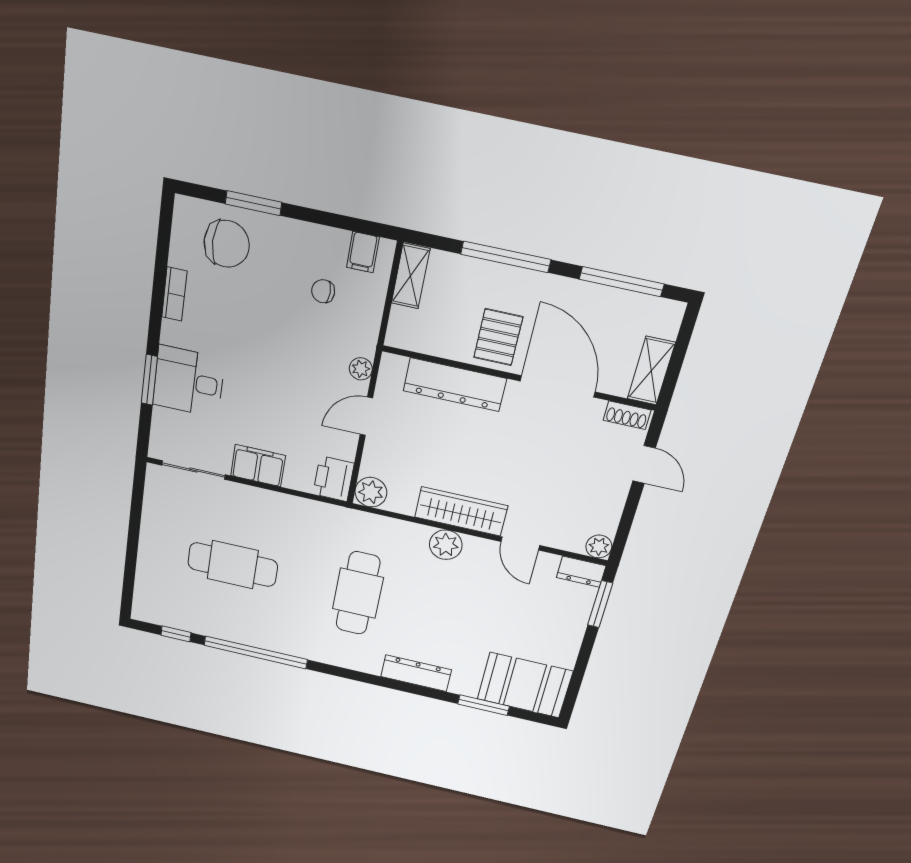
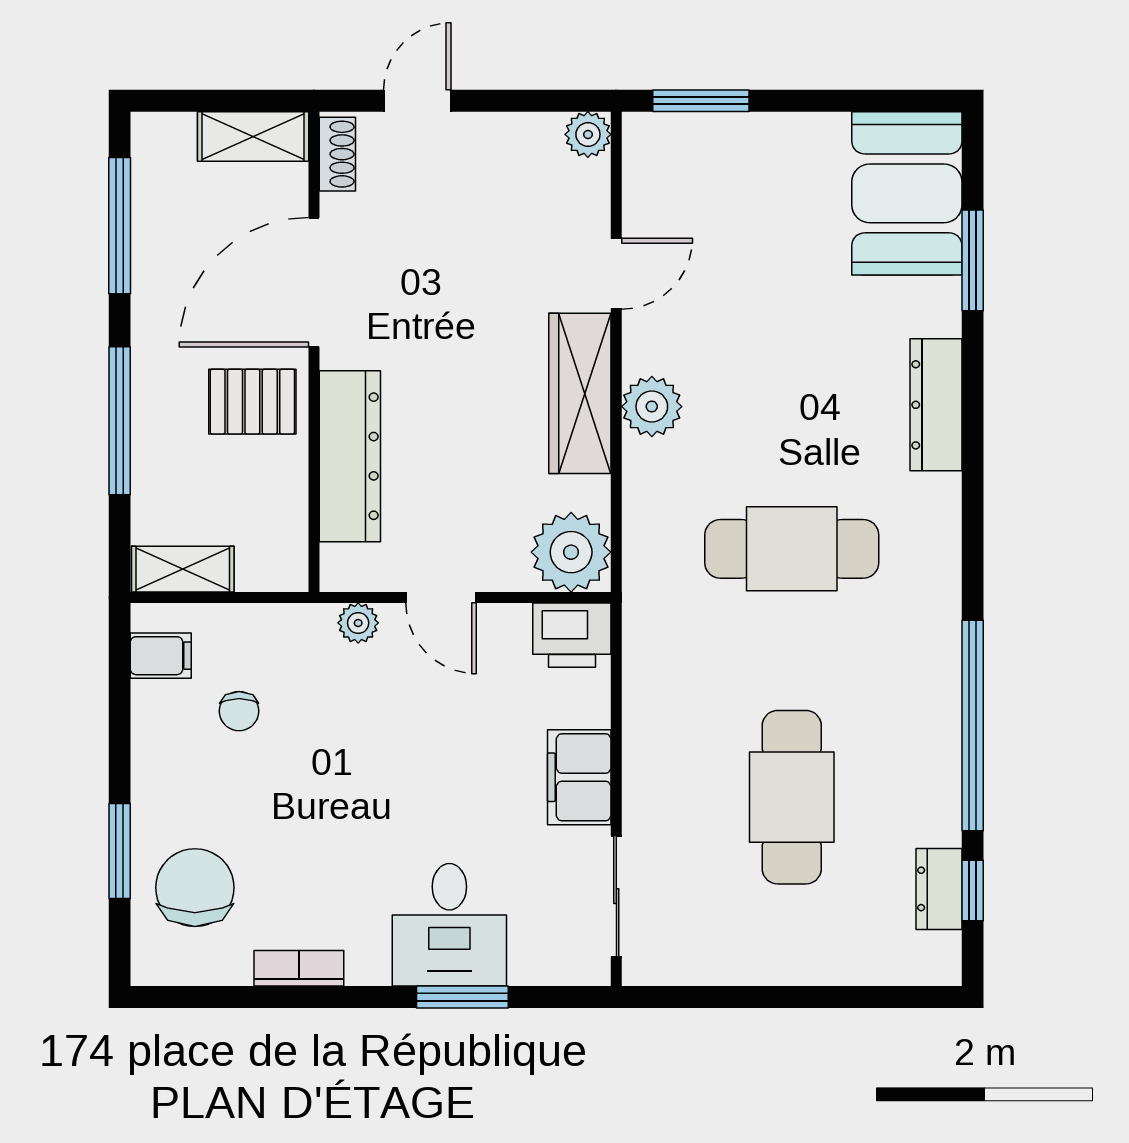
plant: (371, 492) -> (571, 552), width x1.36, depth x1.36
dresser: (581, 572) -> (939, 889), moved, turned 180

